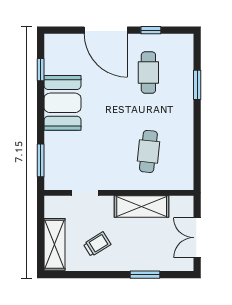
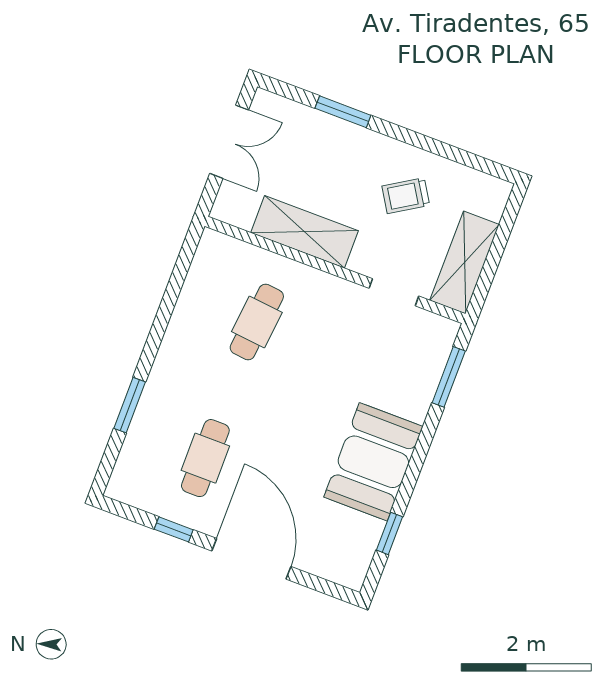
shelving: (54, 244) -> (465, 262), moved

